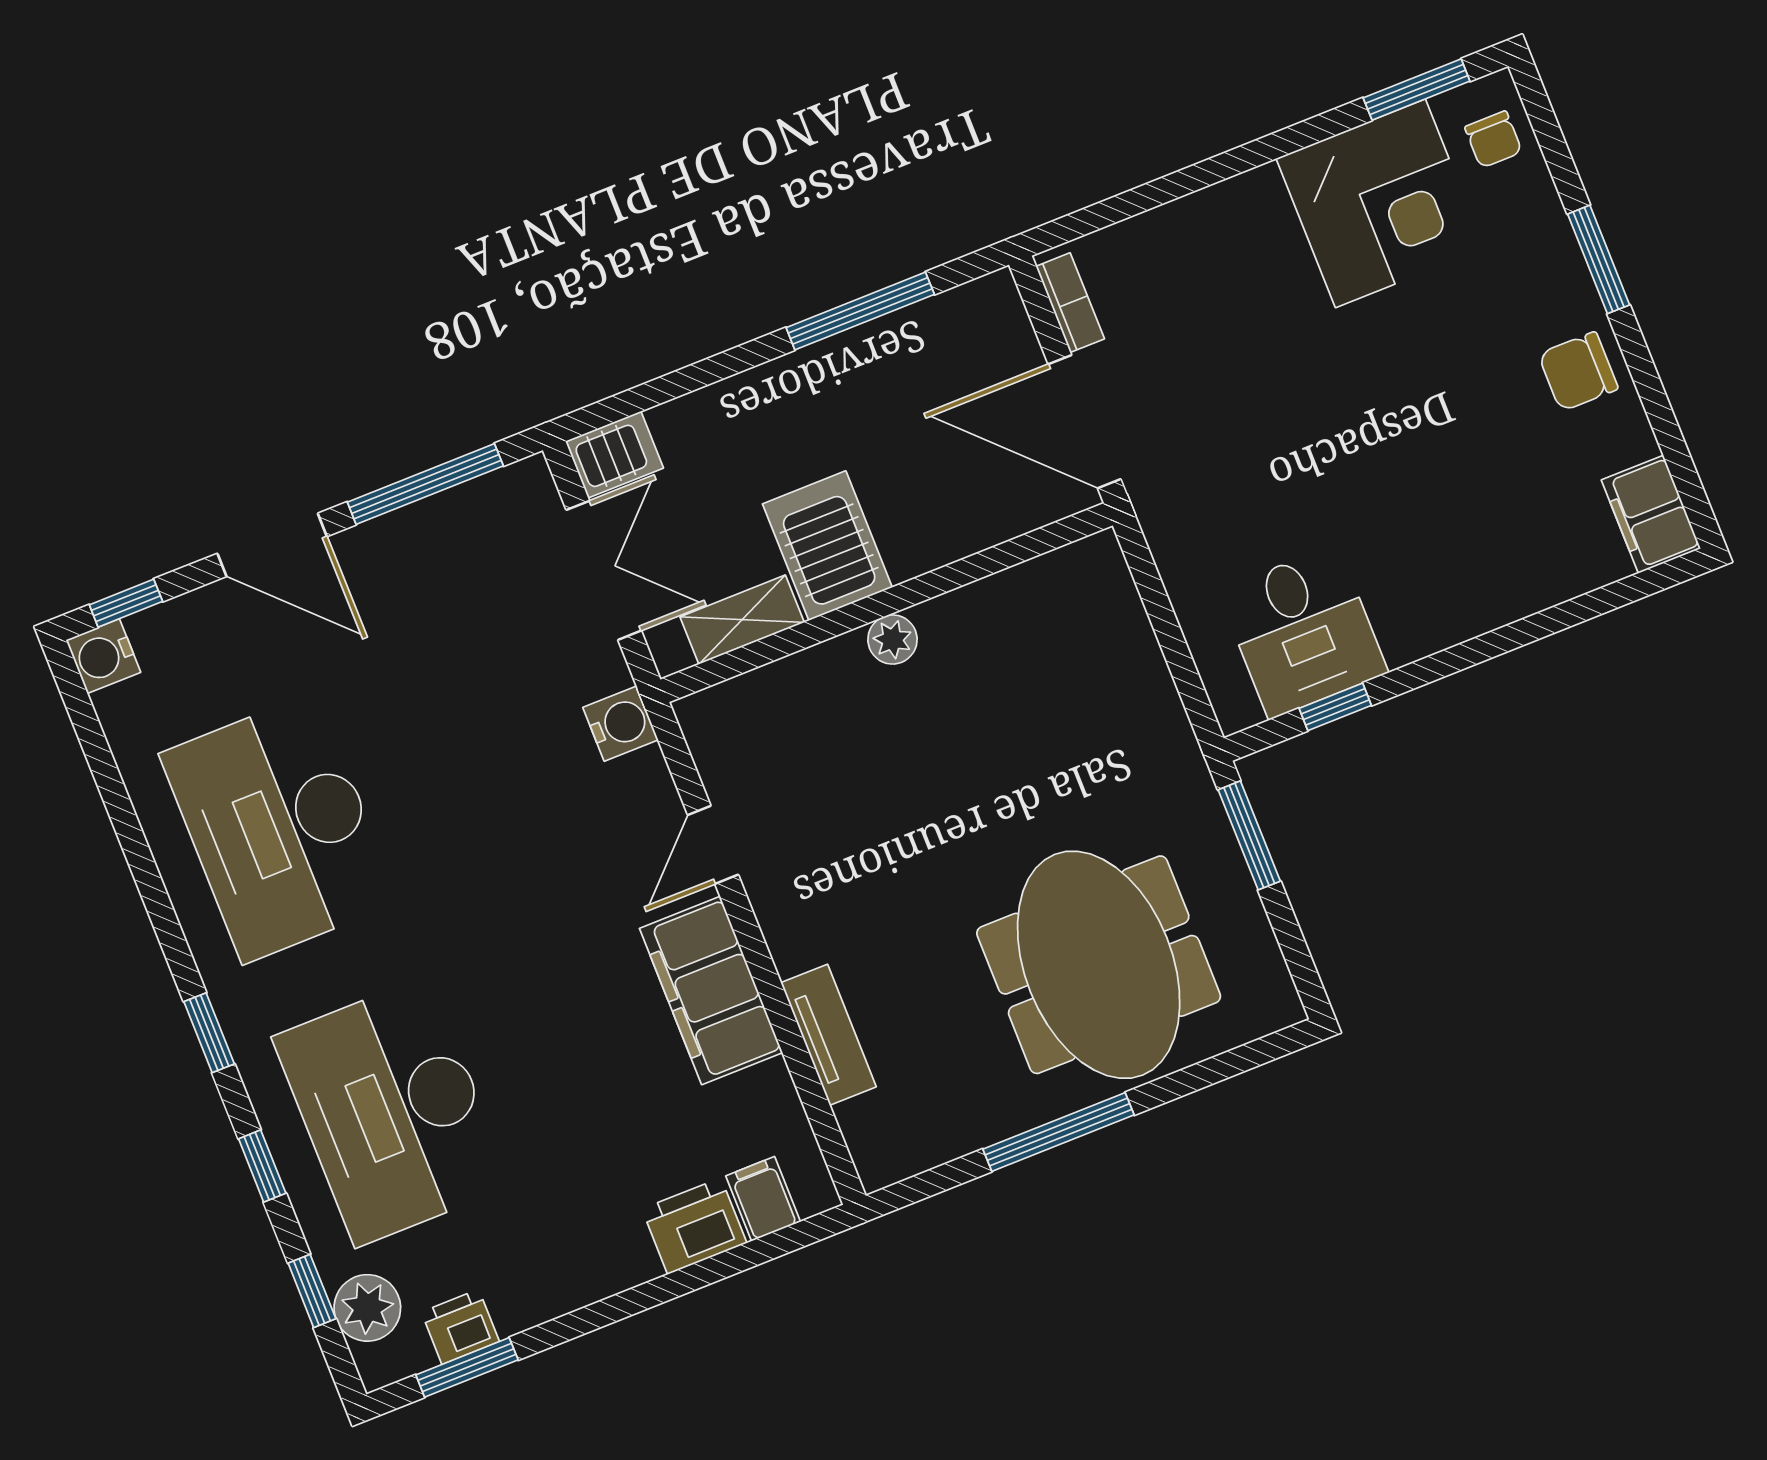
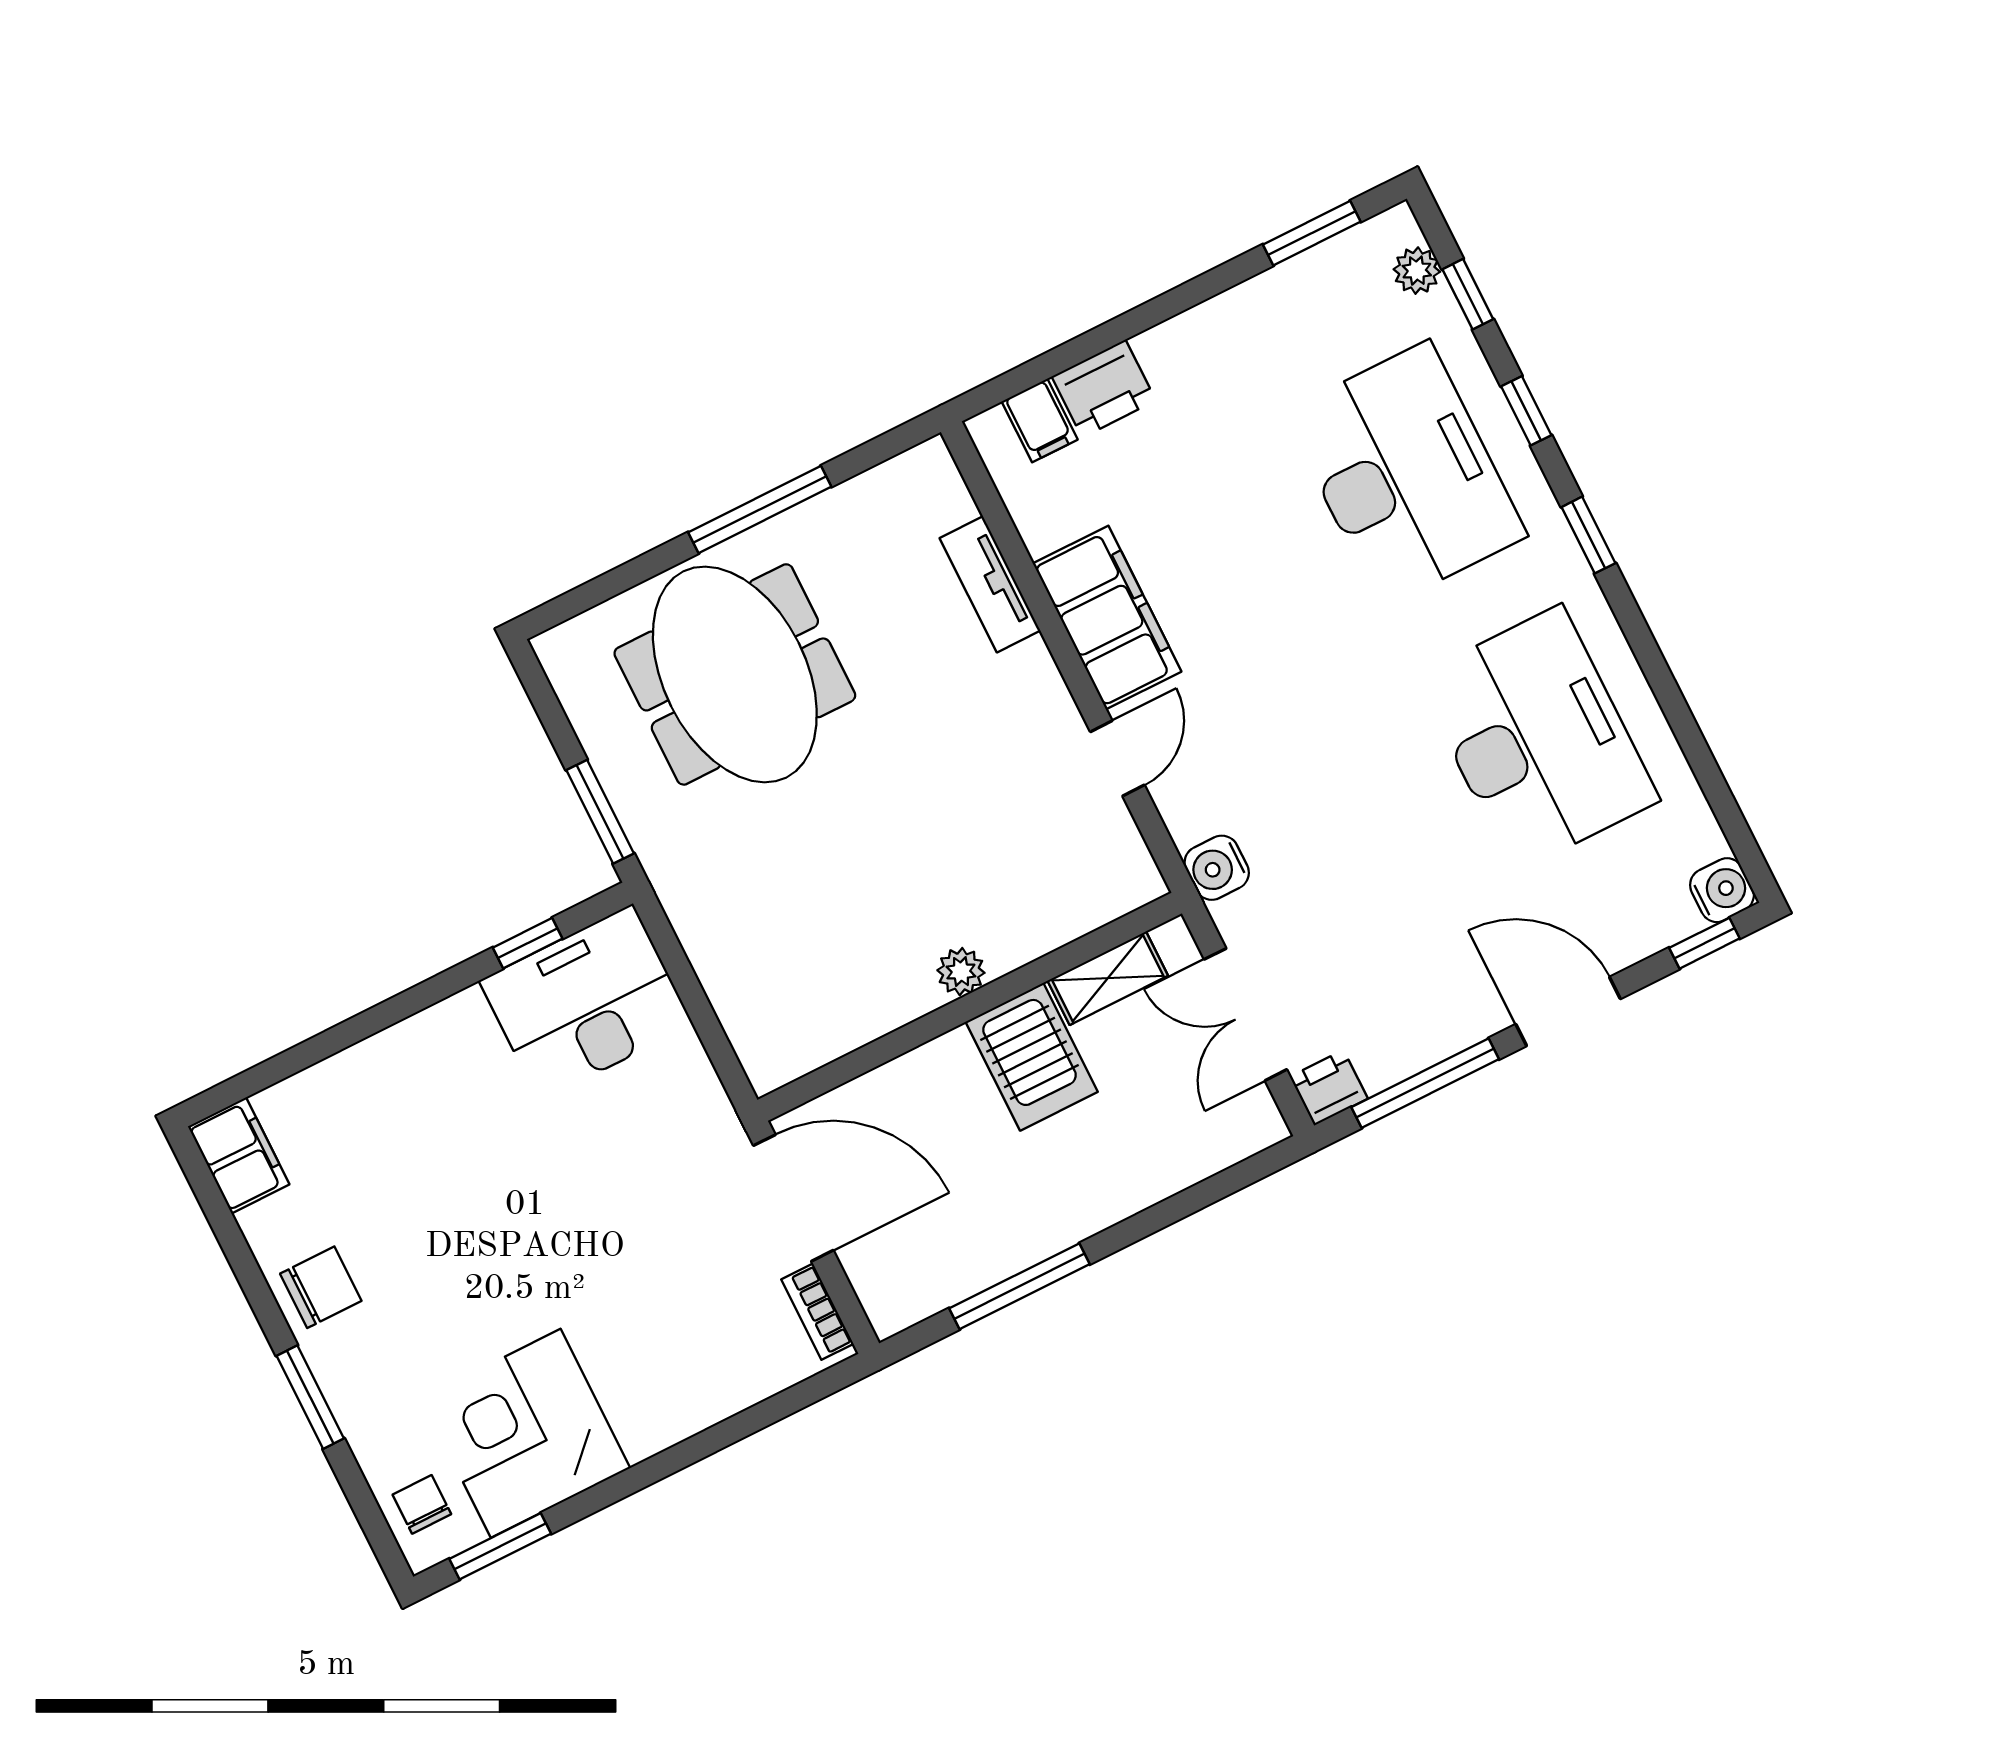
server rack: (614, 455) -> (1245, 1127), removed
desk: (1303, 632) -> (586, 1003), width x1.37
plant: (367, 1308) -> (1417, 271), width x0.73, depth x0.73
printer: (460, 1327) -> (1329, 1088), moved, turned 180

